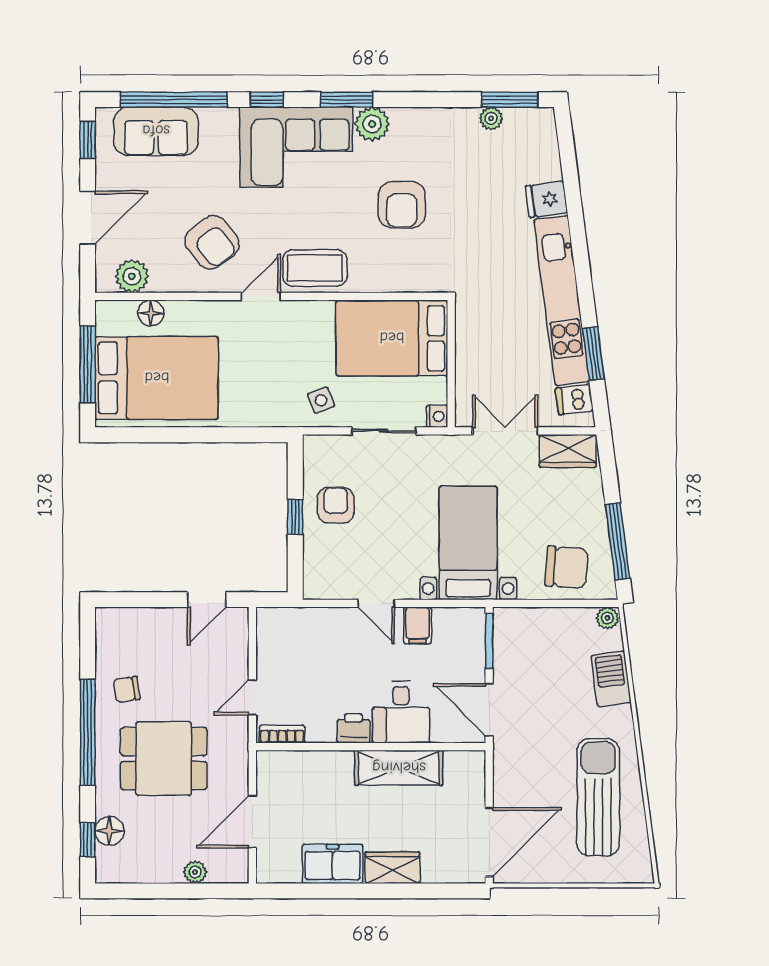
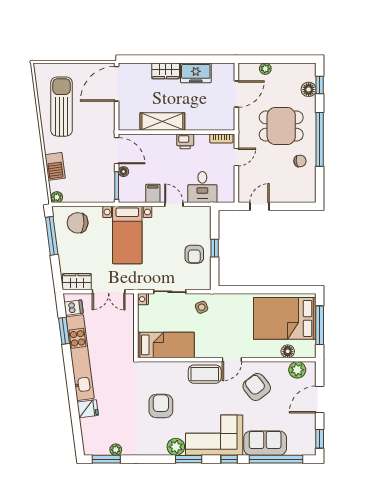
sofa: (156, 131) -> (265, 443), moved
bed: (392, 338) -> (166, 345), width x0.67
floor lamp: (476, 669) -> (123, 172), added
desk: (401, 712) -> (202, 187), moved, turned 180
sun lounger: (598, 797) -> (62, 107), turned 180

